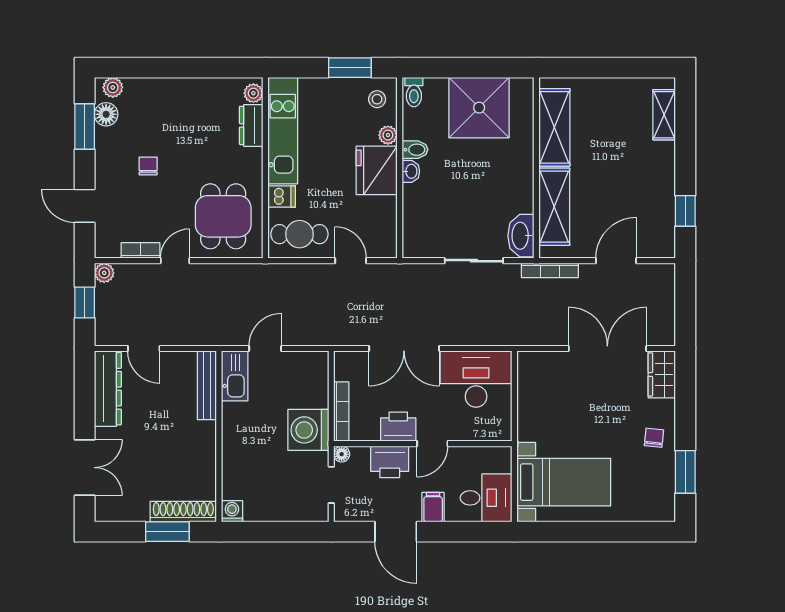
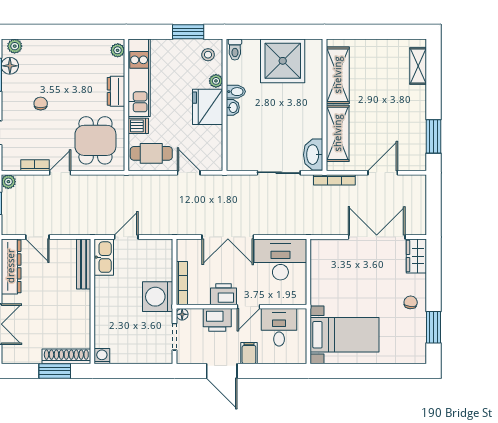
dresser: (251, 125) -> (116, 91), moved
window: (685, 211) -> (433, 136), width x1.50
desk: (486, 498) -> (279, 327), moved, turned -90

